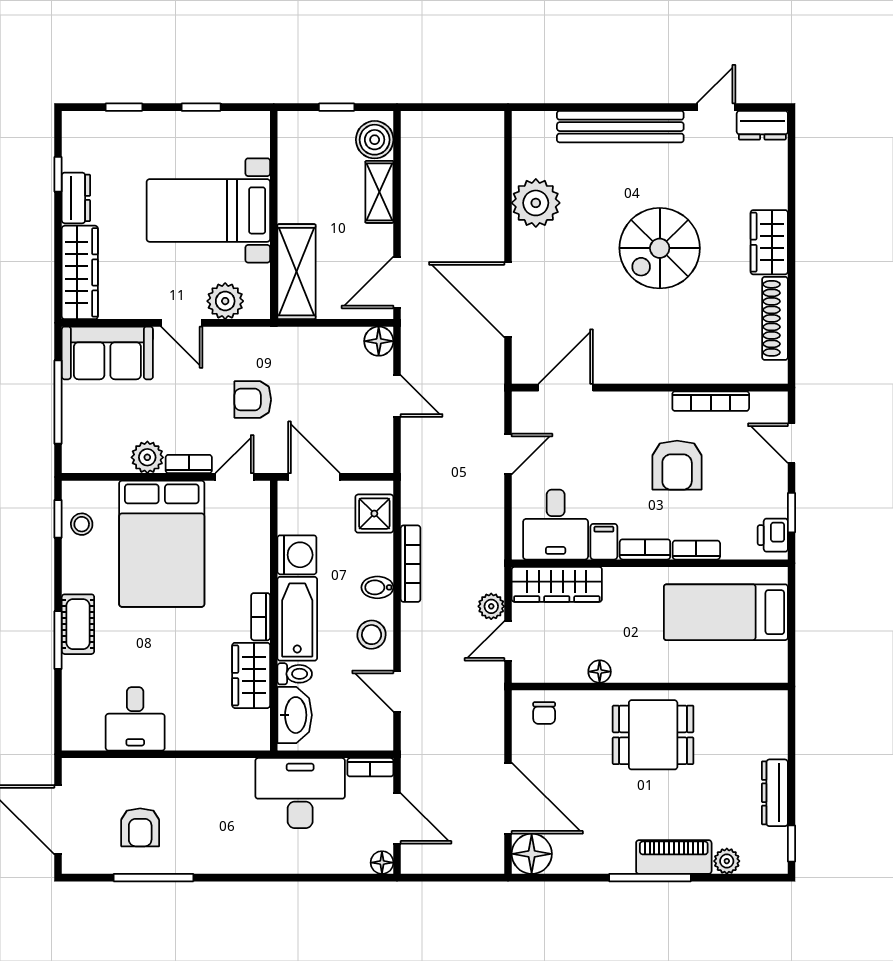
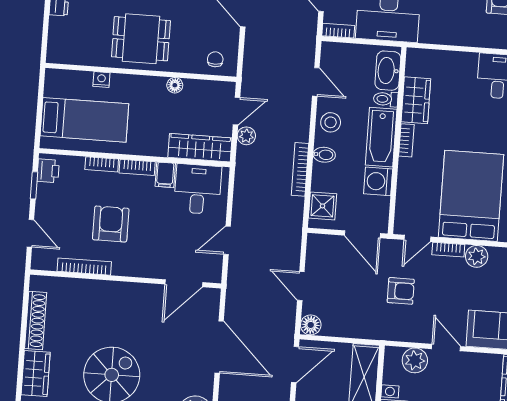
nightstand: (706, 672) -> (101, 80), added

